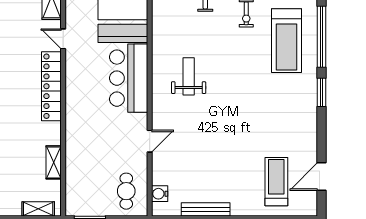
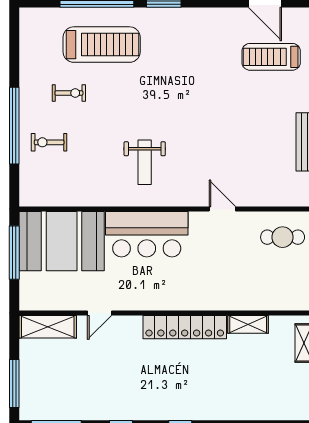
weight bench: (189, 76) -> (145, 162), turned -90
locker: (51, 86) -> (185, 327), moved
water cooler: (160, 194) -> (286, 197), removed

